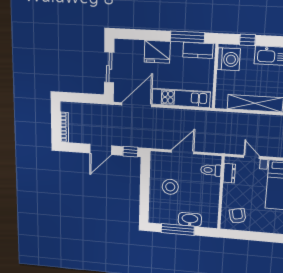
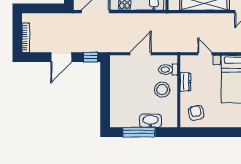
dresser: (229, 173) -> (185, 82), moved
stool: (170, 187) -> (162, 90), moved

